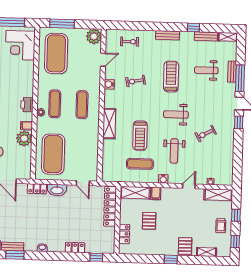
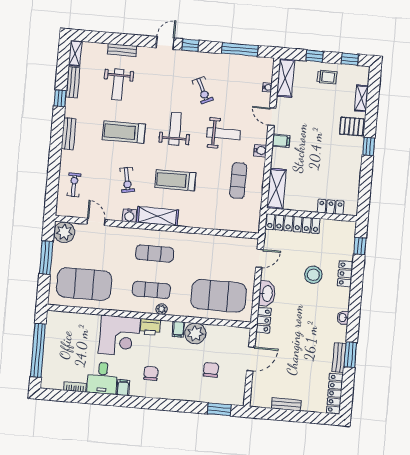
window: (62, 24) -> (46, 258), moved
corner desk: (20, 45) -> (119, 336), moved
window: (240, 78) -> (240, 49), moved
weight bench: (176, 114) -> (175, 129), turned 180
shelving: (109, 124) -> (157, 216), moved
treadmill: (140, 136) -> (175, 180), moved, turned 180
filing cabinet: (156, 193) -> (281, 141), moved
pallet: (149, 221) -> (315, 173), removed
stool: (73, 224) -> (313, 275), added

